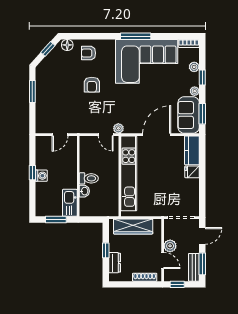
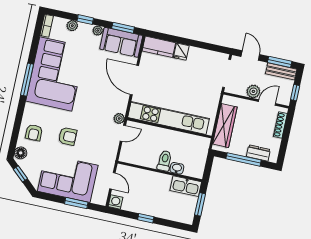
window: (32, 92) -> (76, 203), moved
corner sofa: (53, 93) -> (68, 178), added
washing machine: (41, 176) -> (115, 202), moved
window: (106, 250) -> (244, 159), width x2.17

